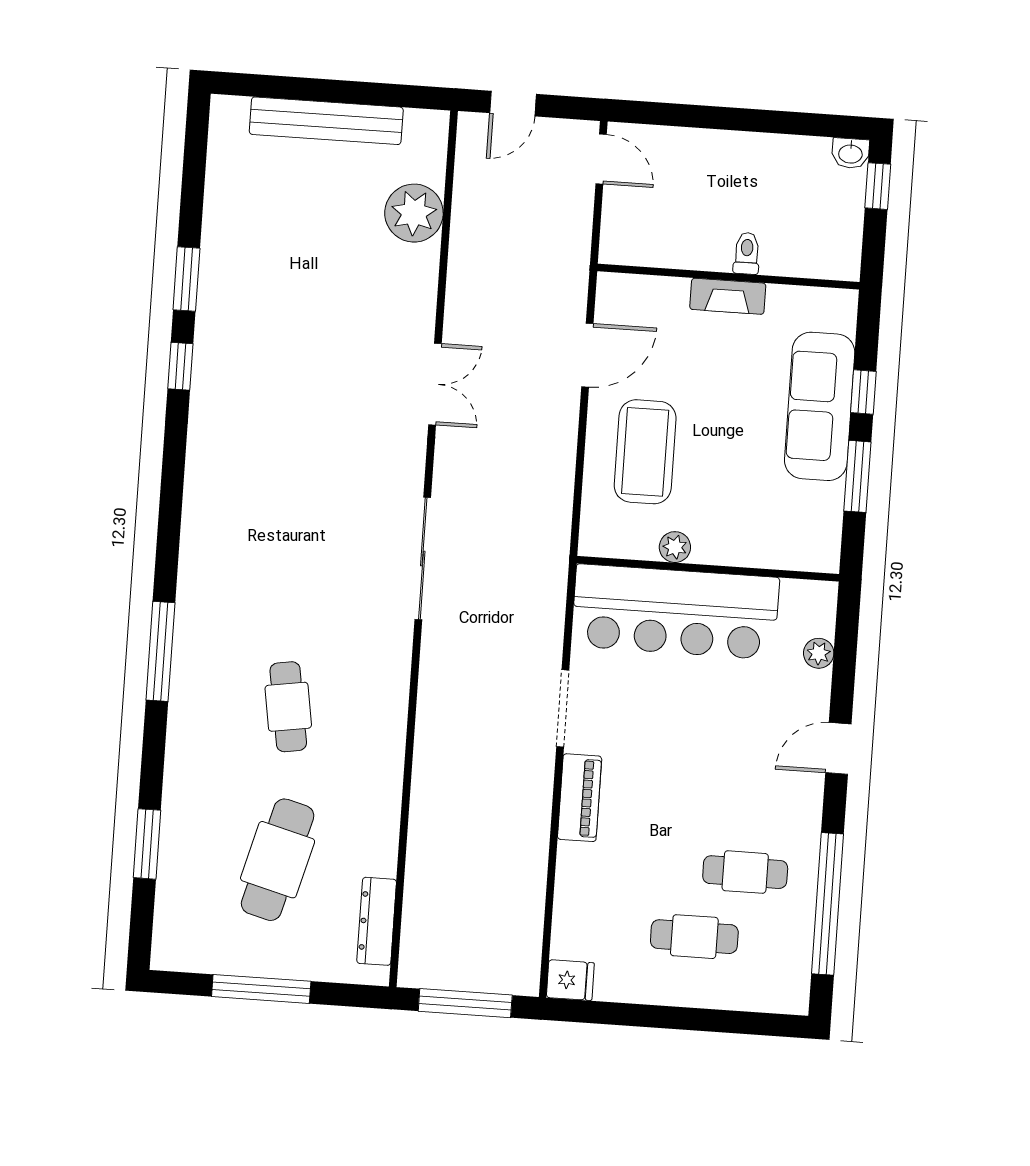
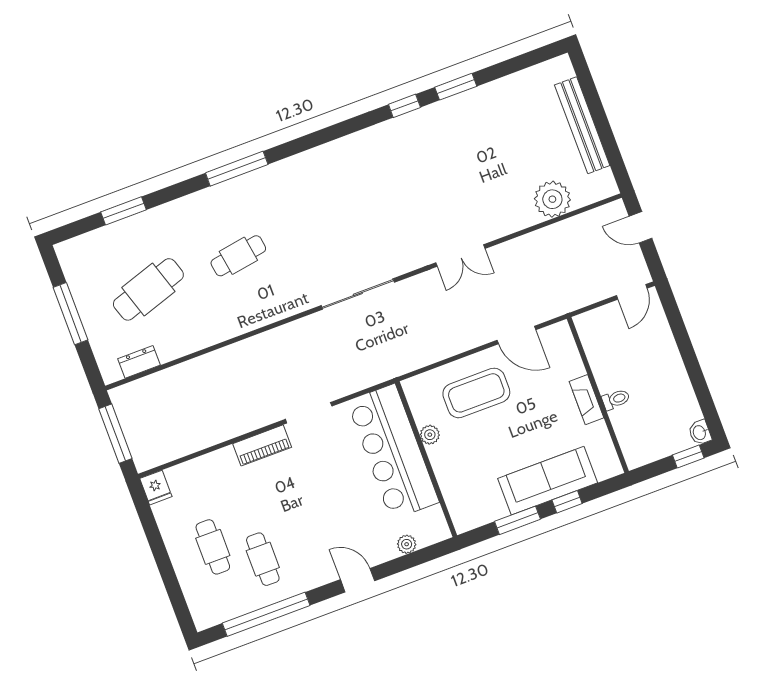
cafe table: (278, 860) -> (148, 289), turned -33
dresser: (377, 921) -> (139, 362), width x0.70

